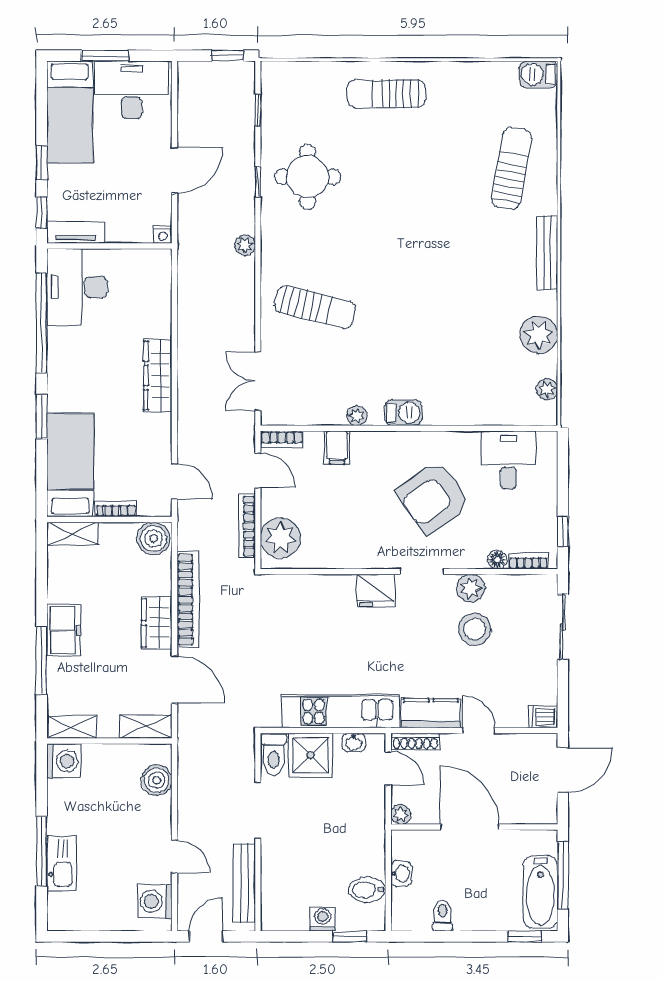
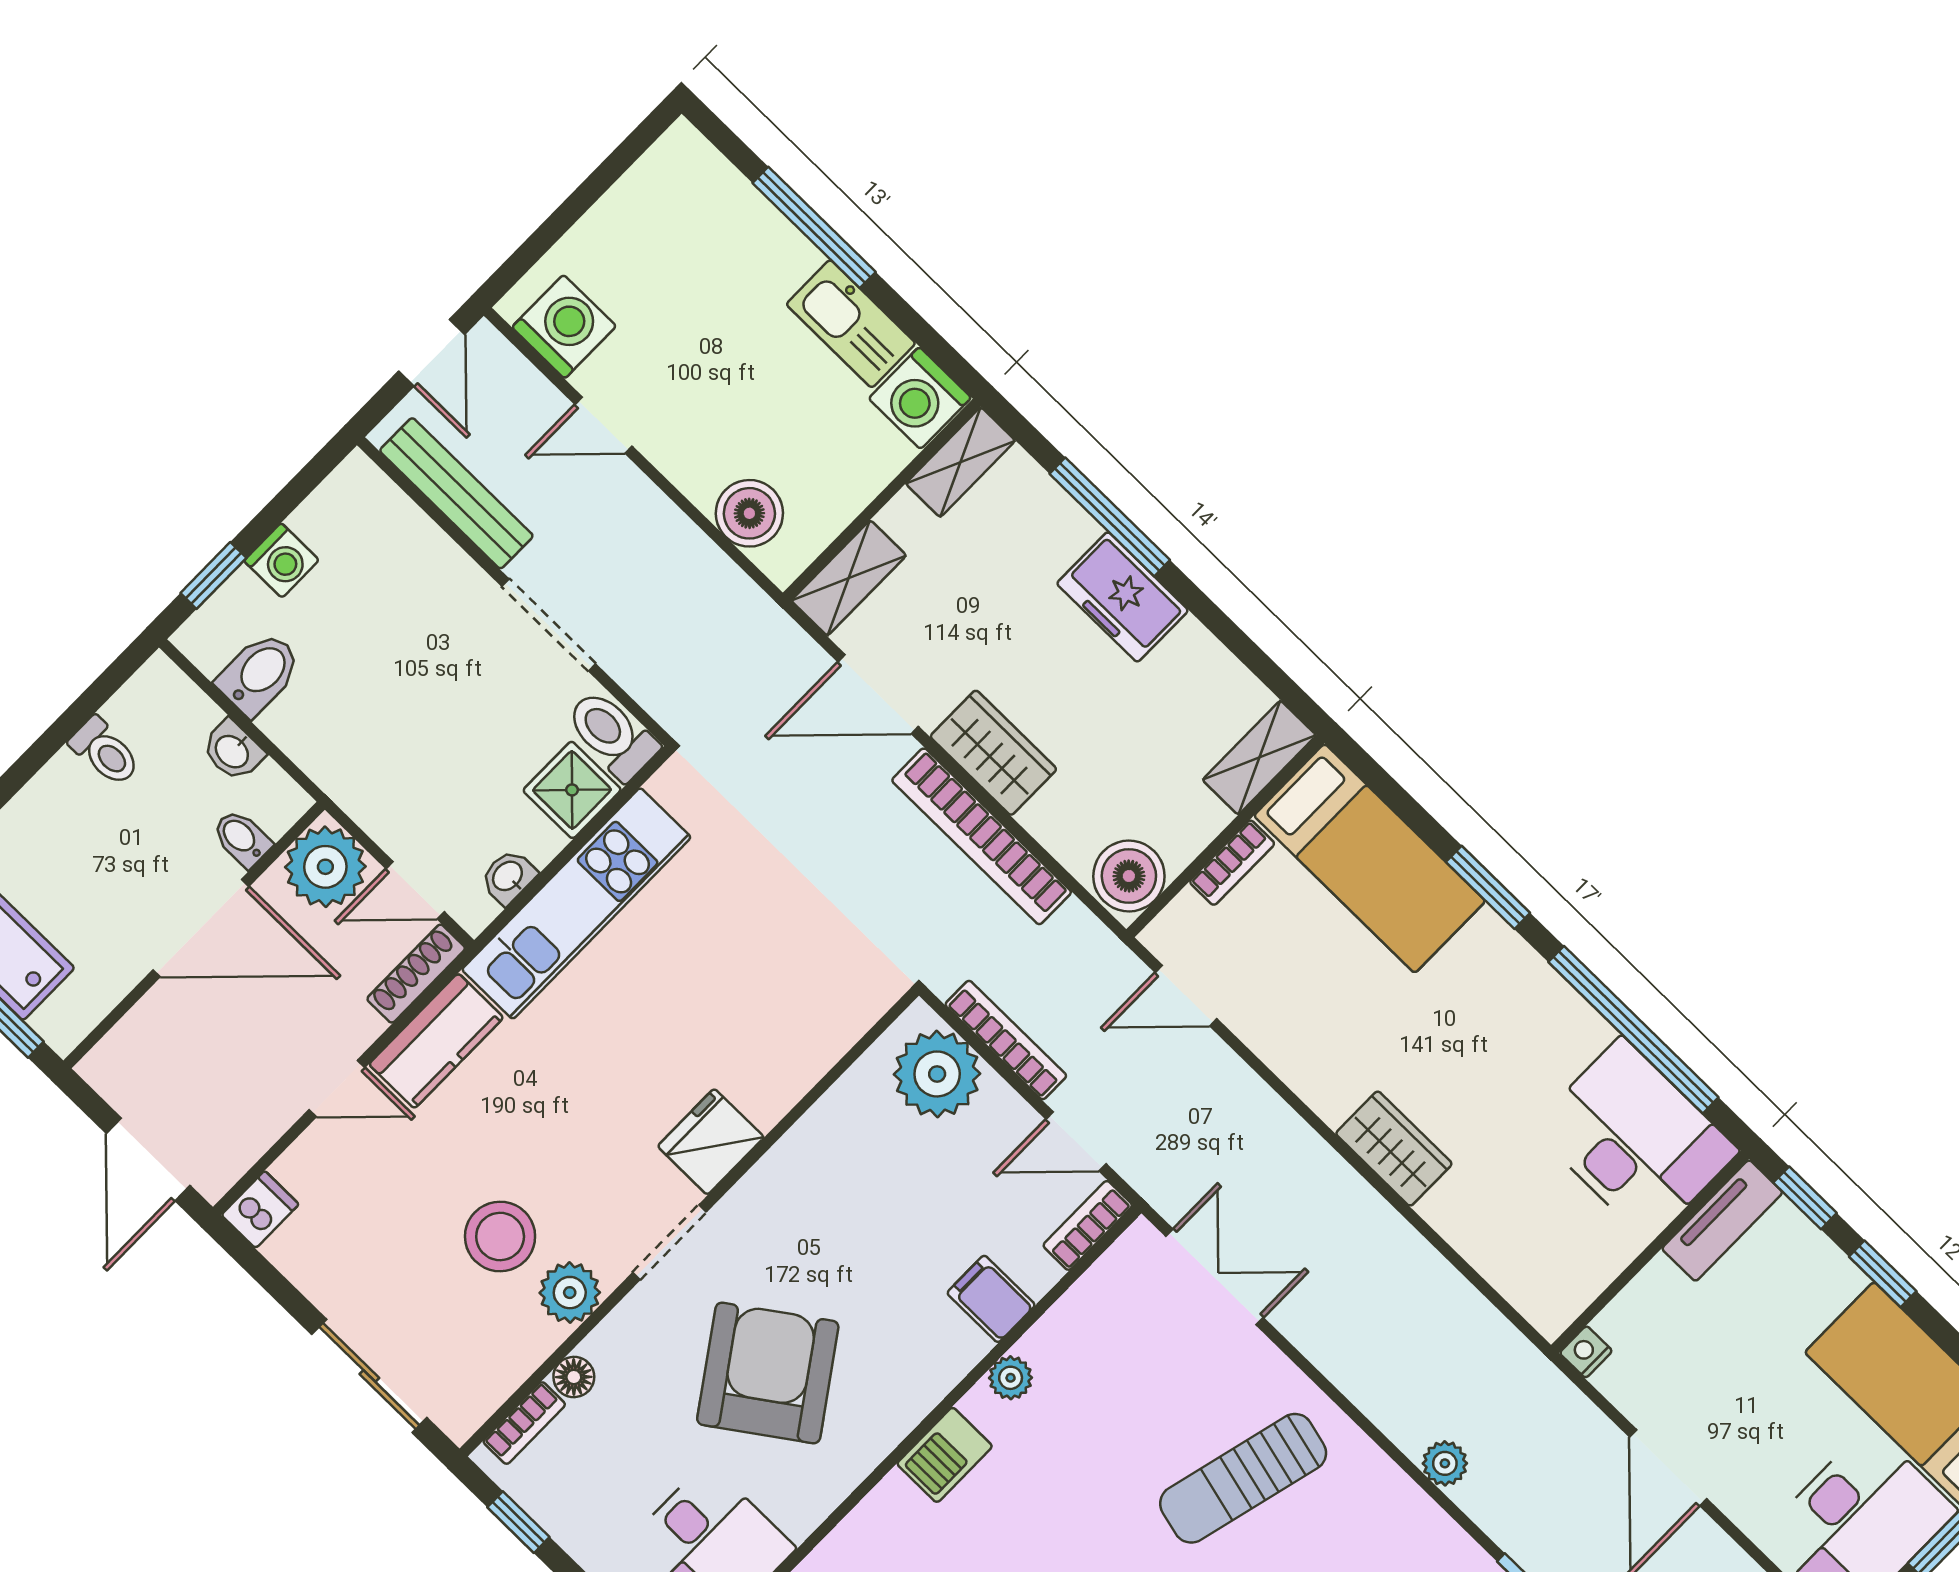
wardrobe: (158, 376) -> (1394, 1149), width x0.67
shower: (311, 755) -> (572, 790), width x0.73, depth x0.73
plant: (401, 814) -> (325, 867), width x1.87, depth x1.87
bidet: (427, 842) -> (242, 838), added
kitchen sink: (61, 863) -> (851, 324), moved

